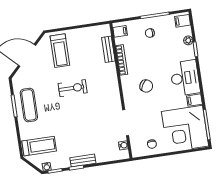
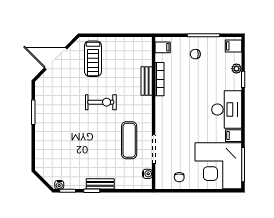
bench: (108, 49) -> (147, 81), moved
chair: (146, 86) -> (183, 112), removed
exercise mat: (29, 105) -> (129, 140), moved
treadmill: (39, 146) -> (54, 161), removed

